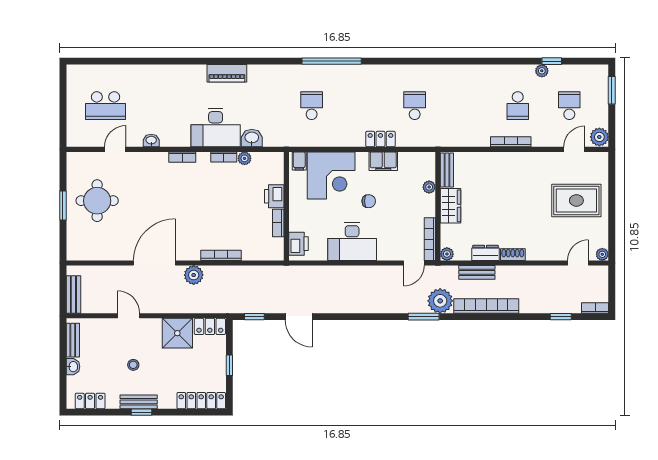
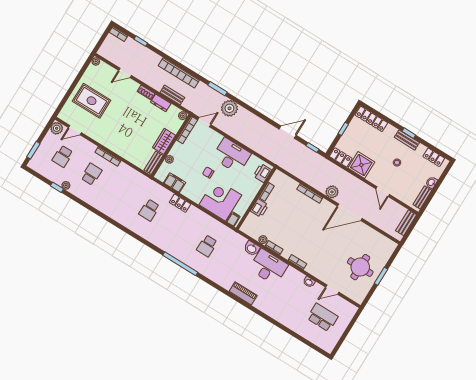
filing cabinet: (383, 161) -> (175, 183), moved
door: (578, 263) -> (125, 73), moved
plant: (440, 301) -> (229, 108), moved
door: (299, 317) -> (288, 132), hinge flipped

